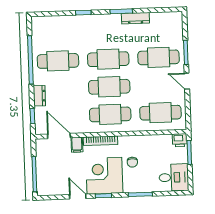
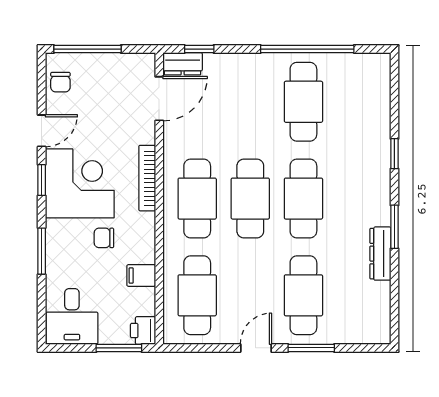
dresser: (39, 96) -> (183, 64), moved
filing cabinet: (77, 145) -> (141, 275), moved
chair: (52, 188) -> (60, 82), added

